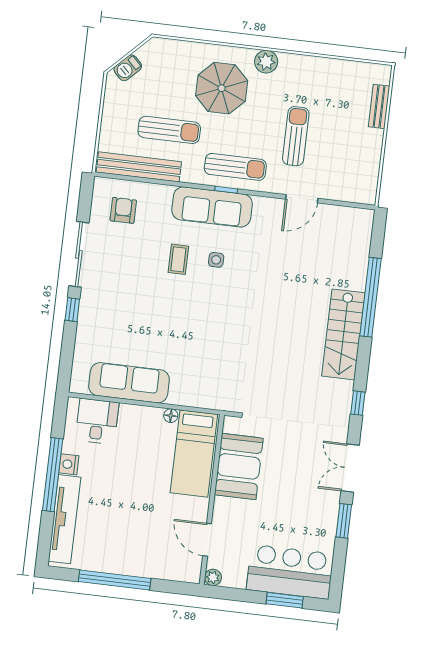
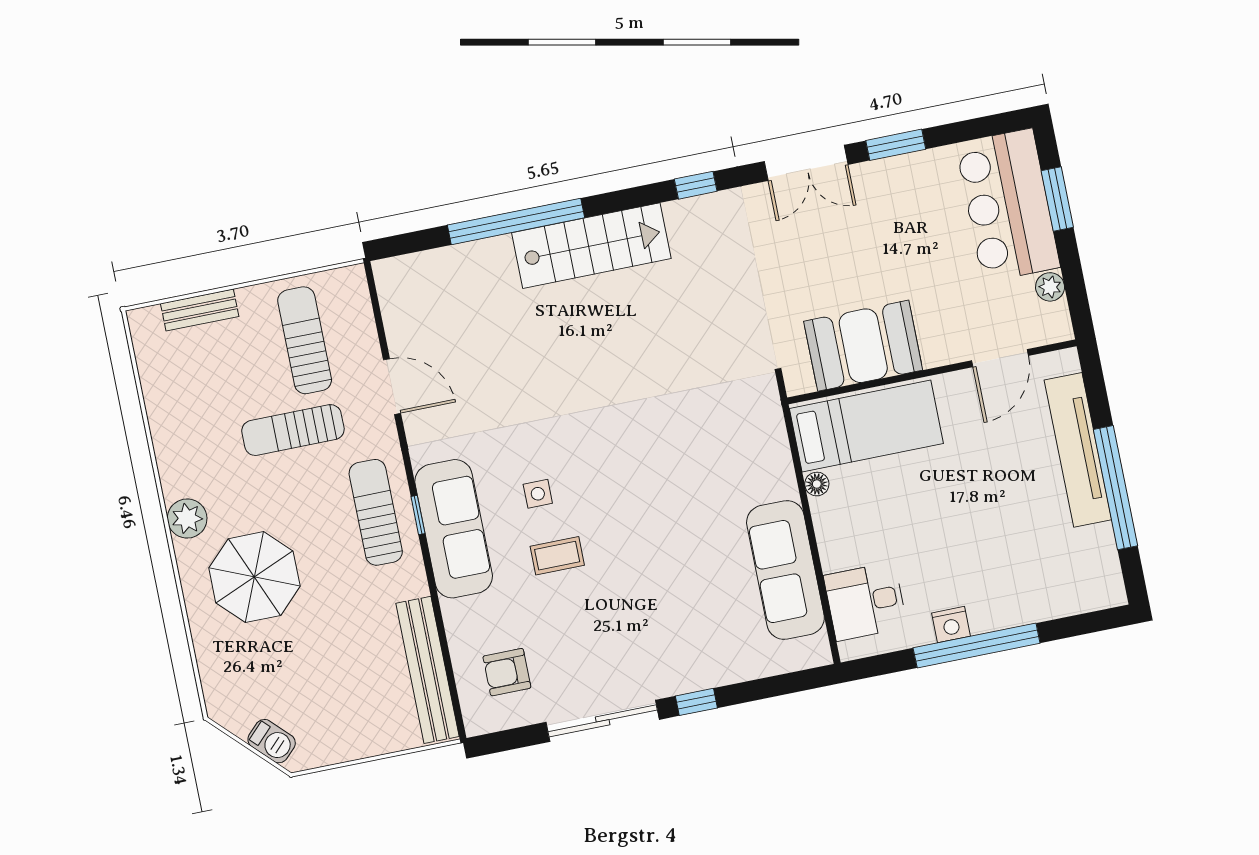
sun lounger: (169, 130) -> (305, 340), moved
tv unit: (64, 519) -> (1078, 450), moved, turned -90
plant: (213, 577) -> (1050, 287), moved

